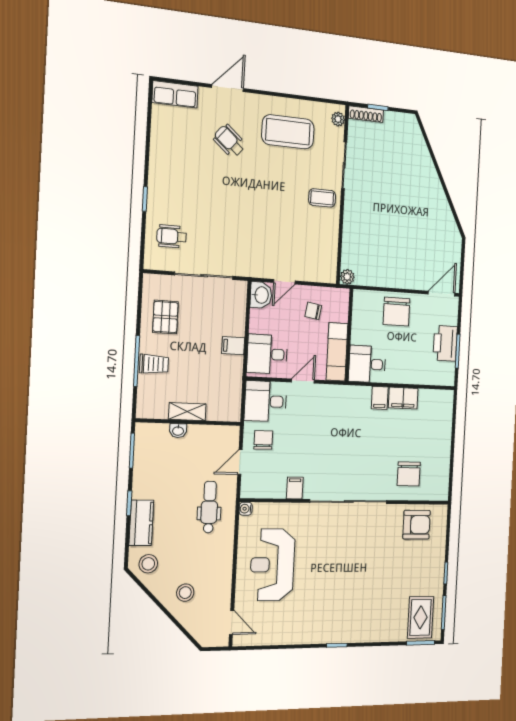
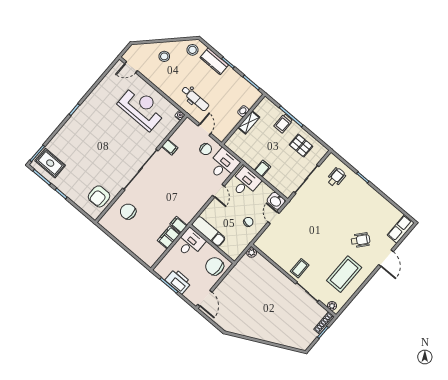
wall: (349, 335) -> (212, 244), moved
exam couch: (337, 352) -> (209, 231), moved
desk: (367, 364) -> (190, 243), moved

